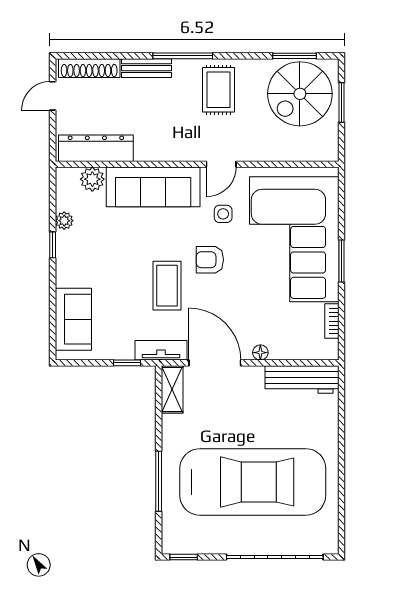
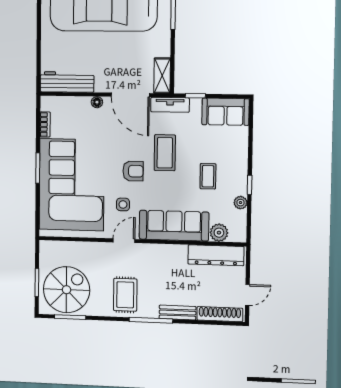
coffee table: (108, 255) -> (208, 176), added
sofa: (73, 319) -> (226, 112), moved, turned -90

